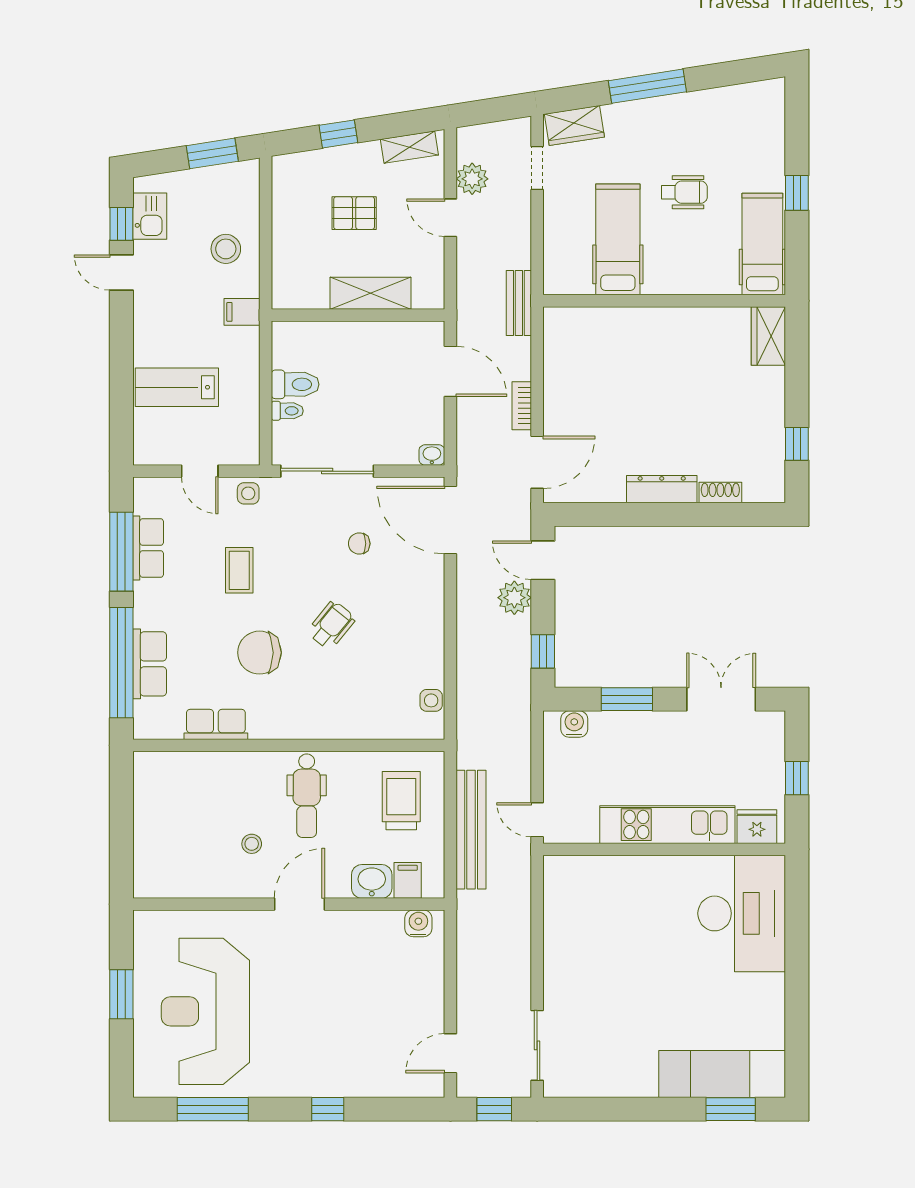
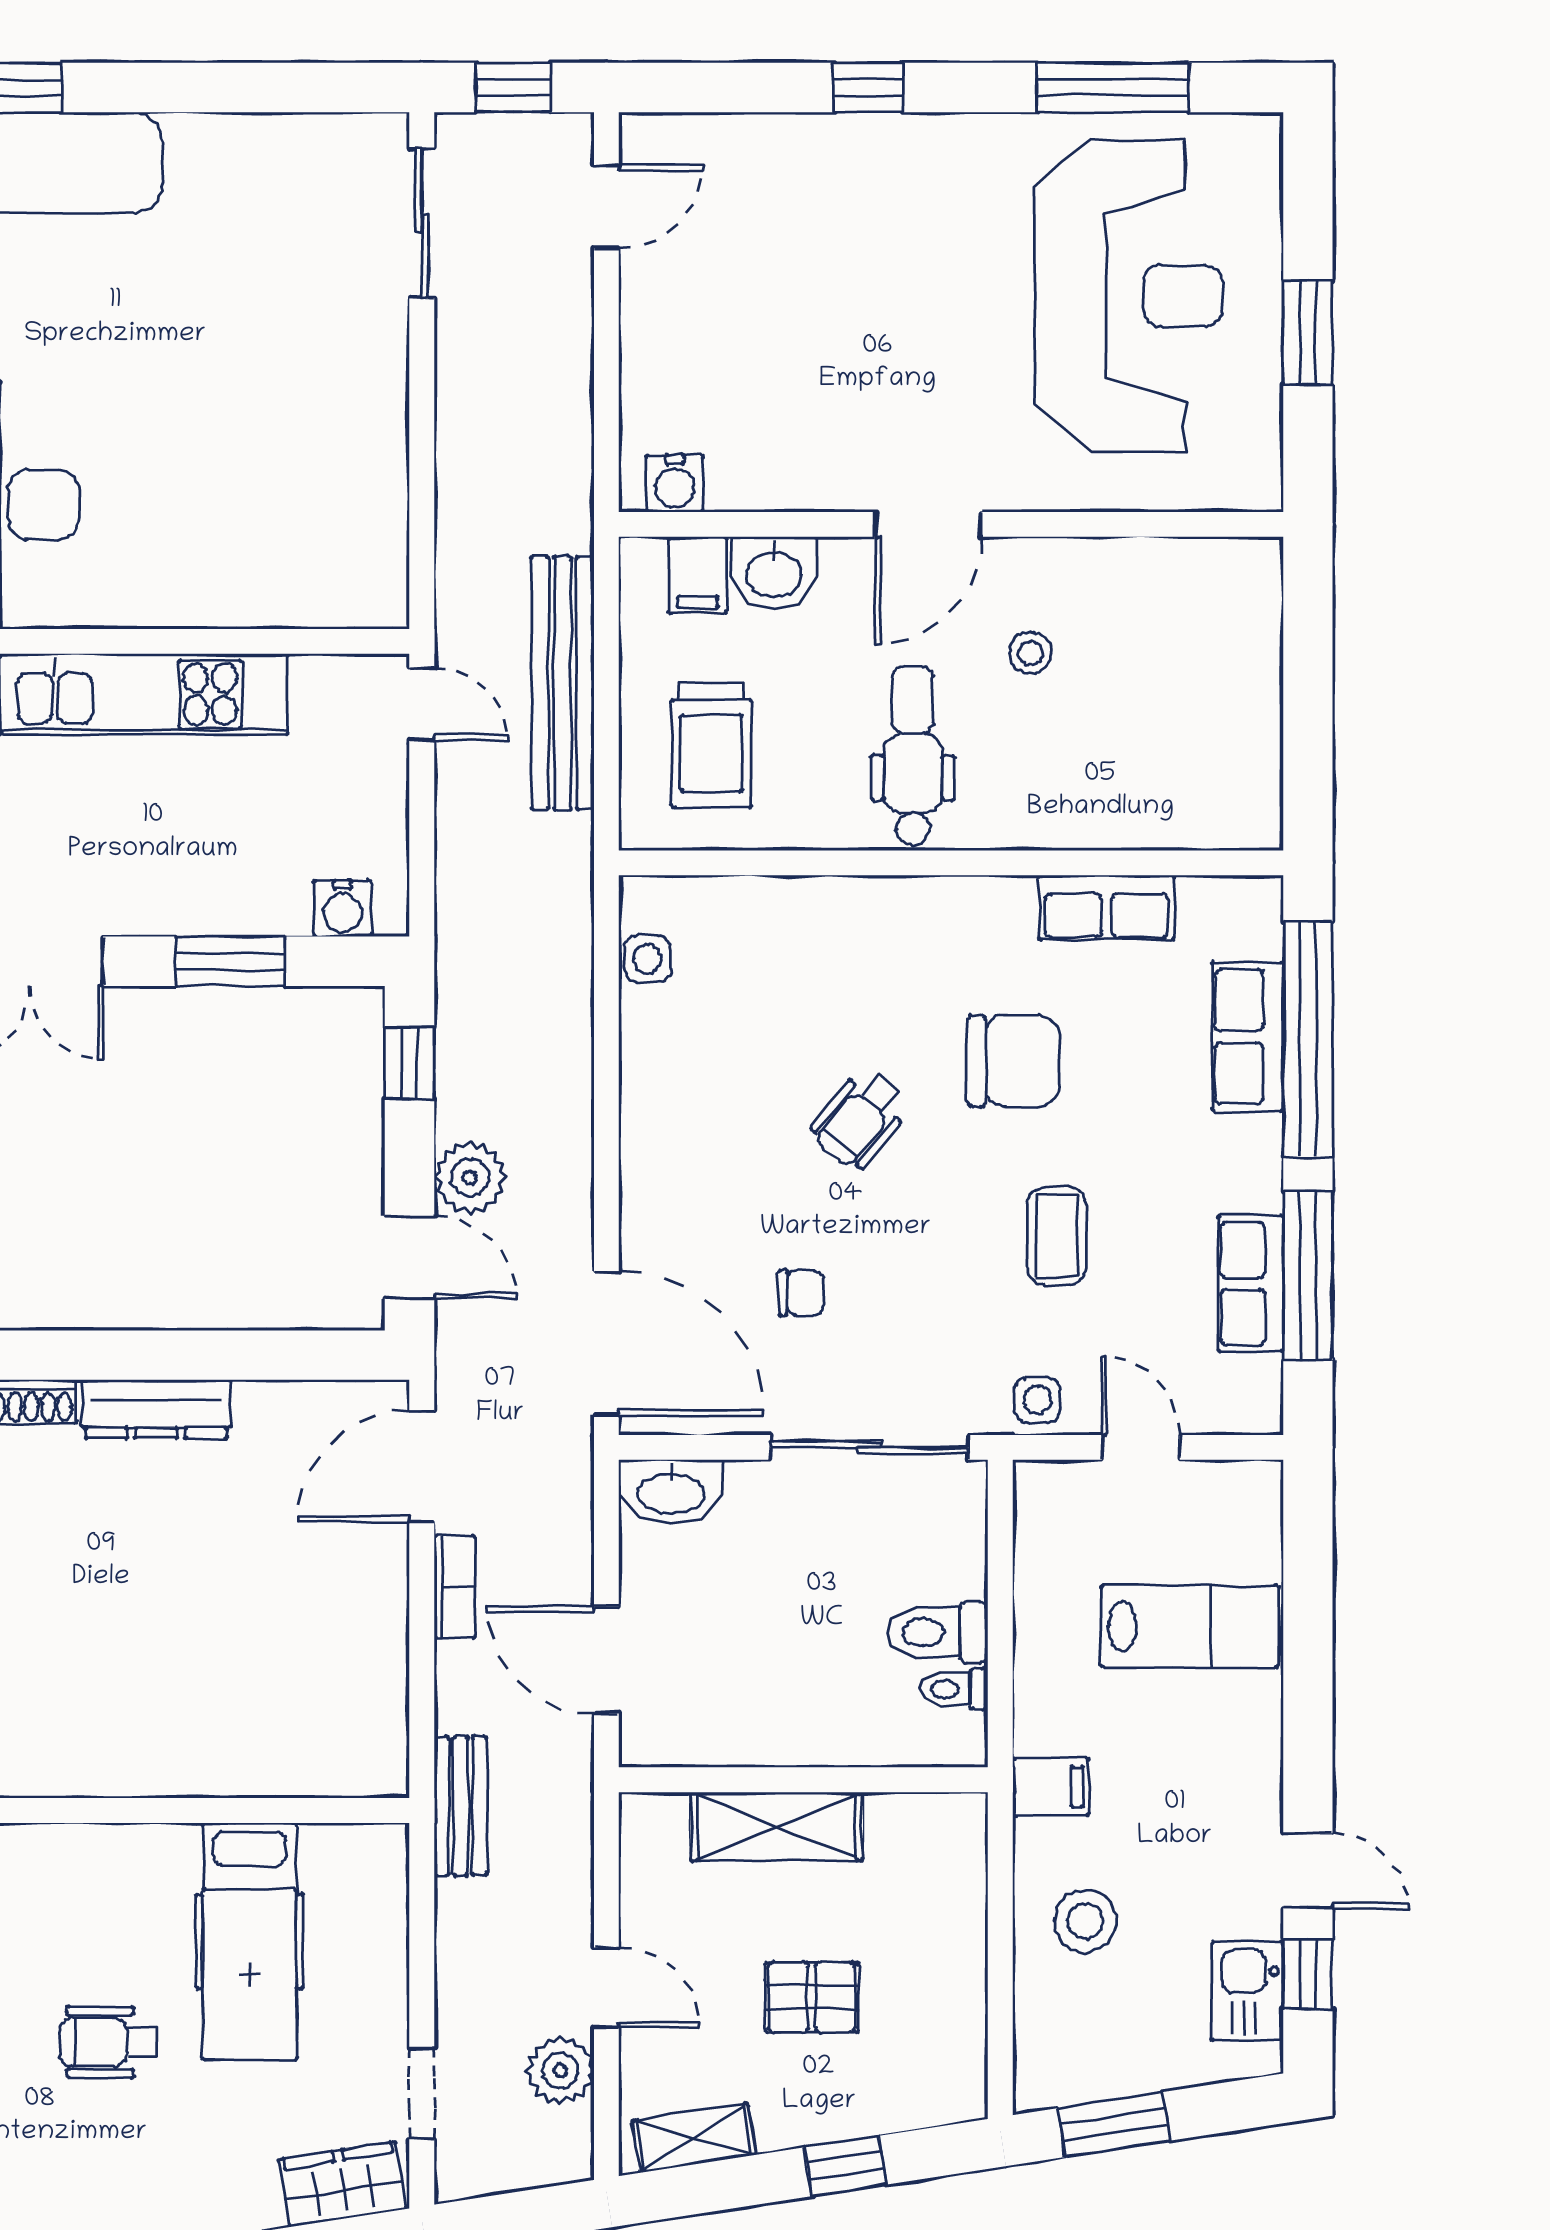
toilet: (287, 411) -> (954, 1689), moved
washbasin: (432, 455) -> (671, 1492), width x1.91, depth x1.45

